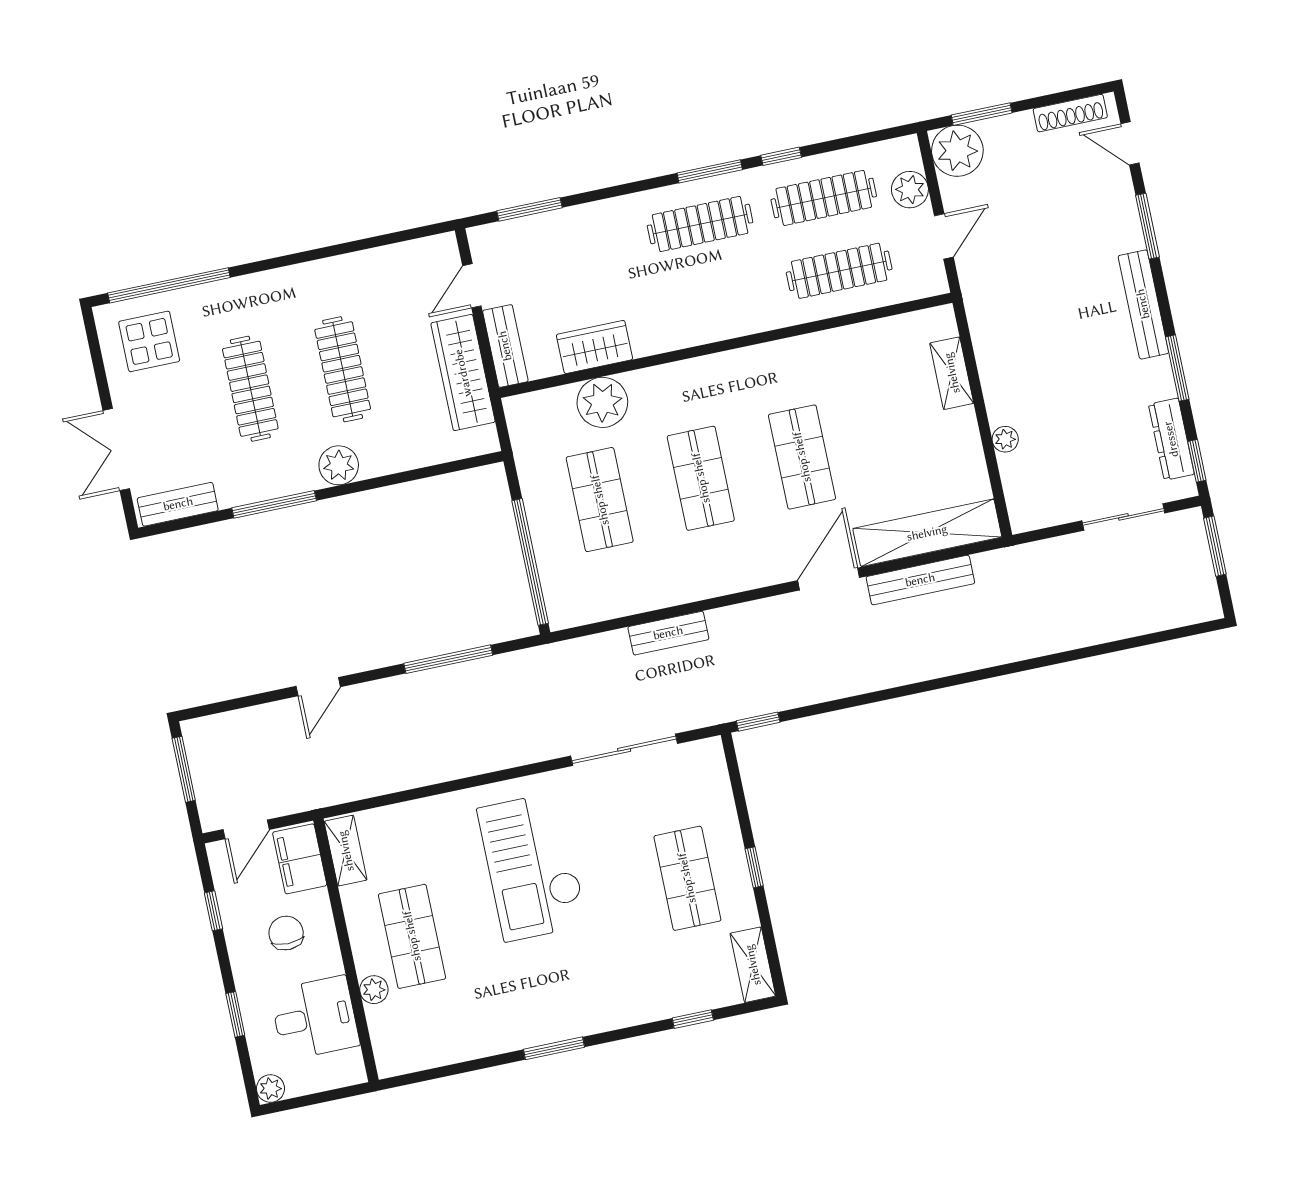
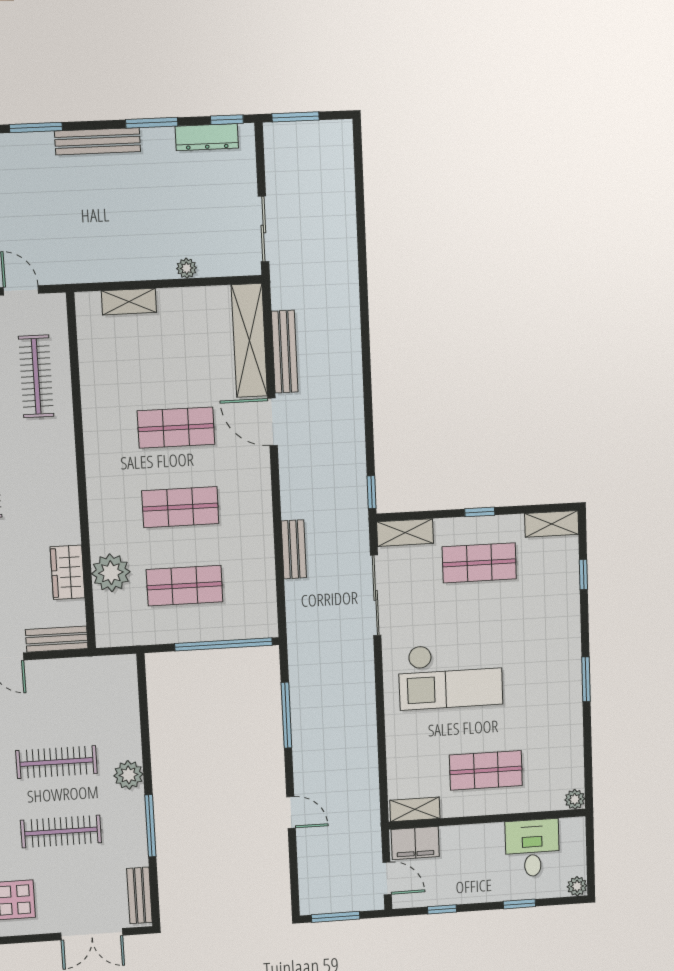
wardrobe: (463, 373) -> (72, 674), removed
sliding door: (1123, 517) -> (263, 229), moved
shelving: (712, 774) -> (405, 533), added
chair: (286, 933) -> (467, 860), removed
plant: (374, 990) -> (575, 799), moved

